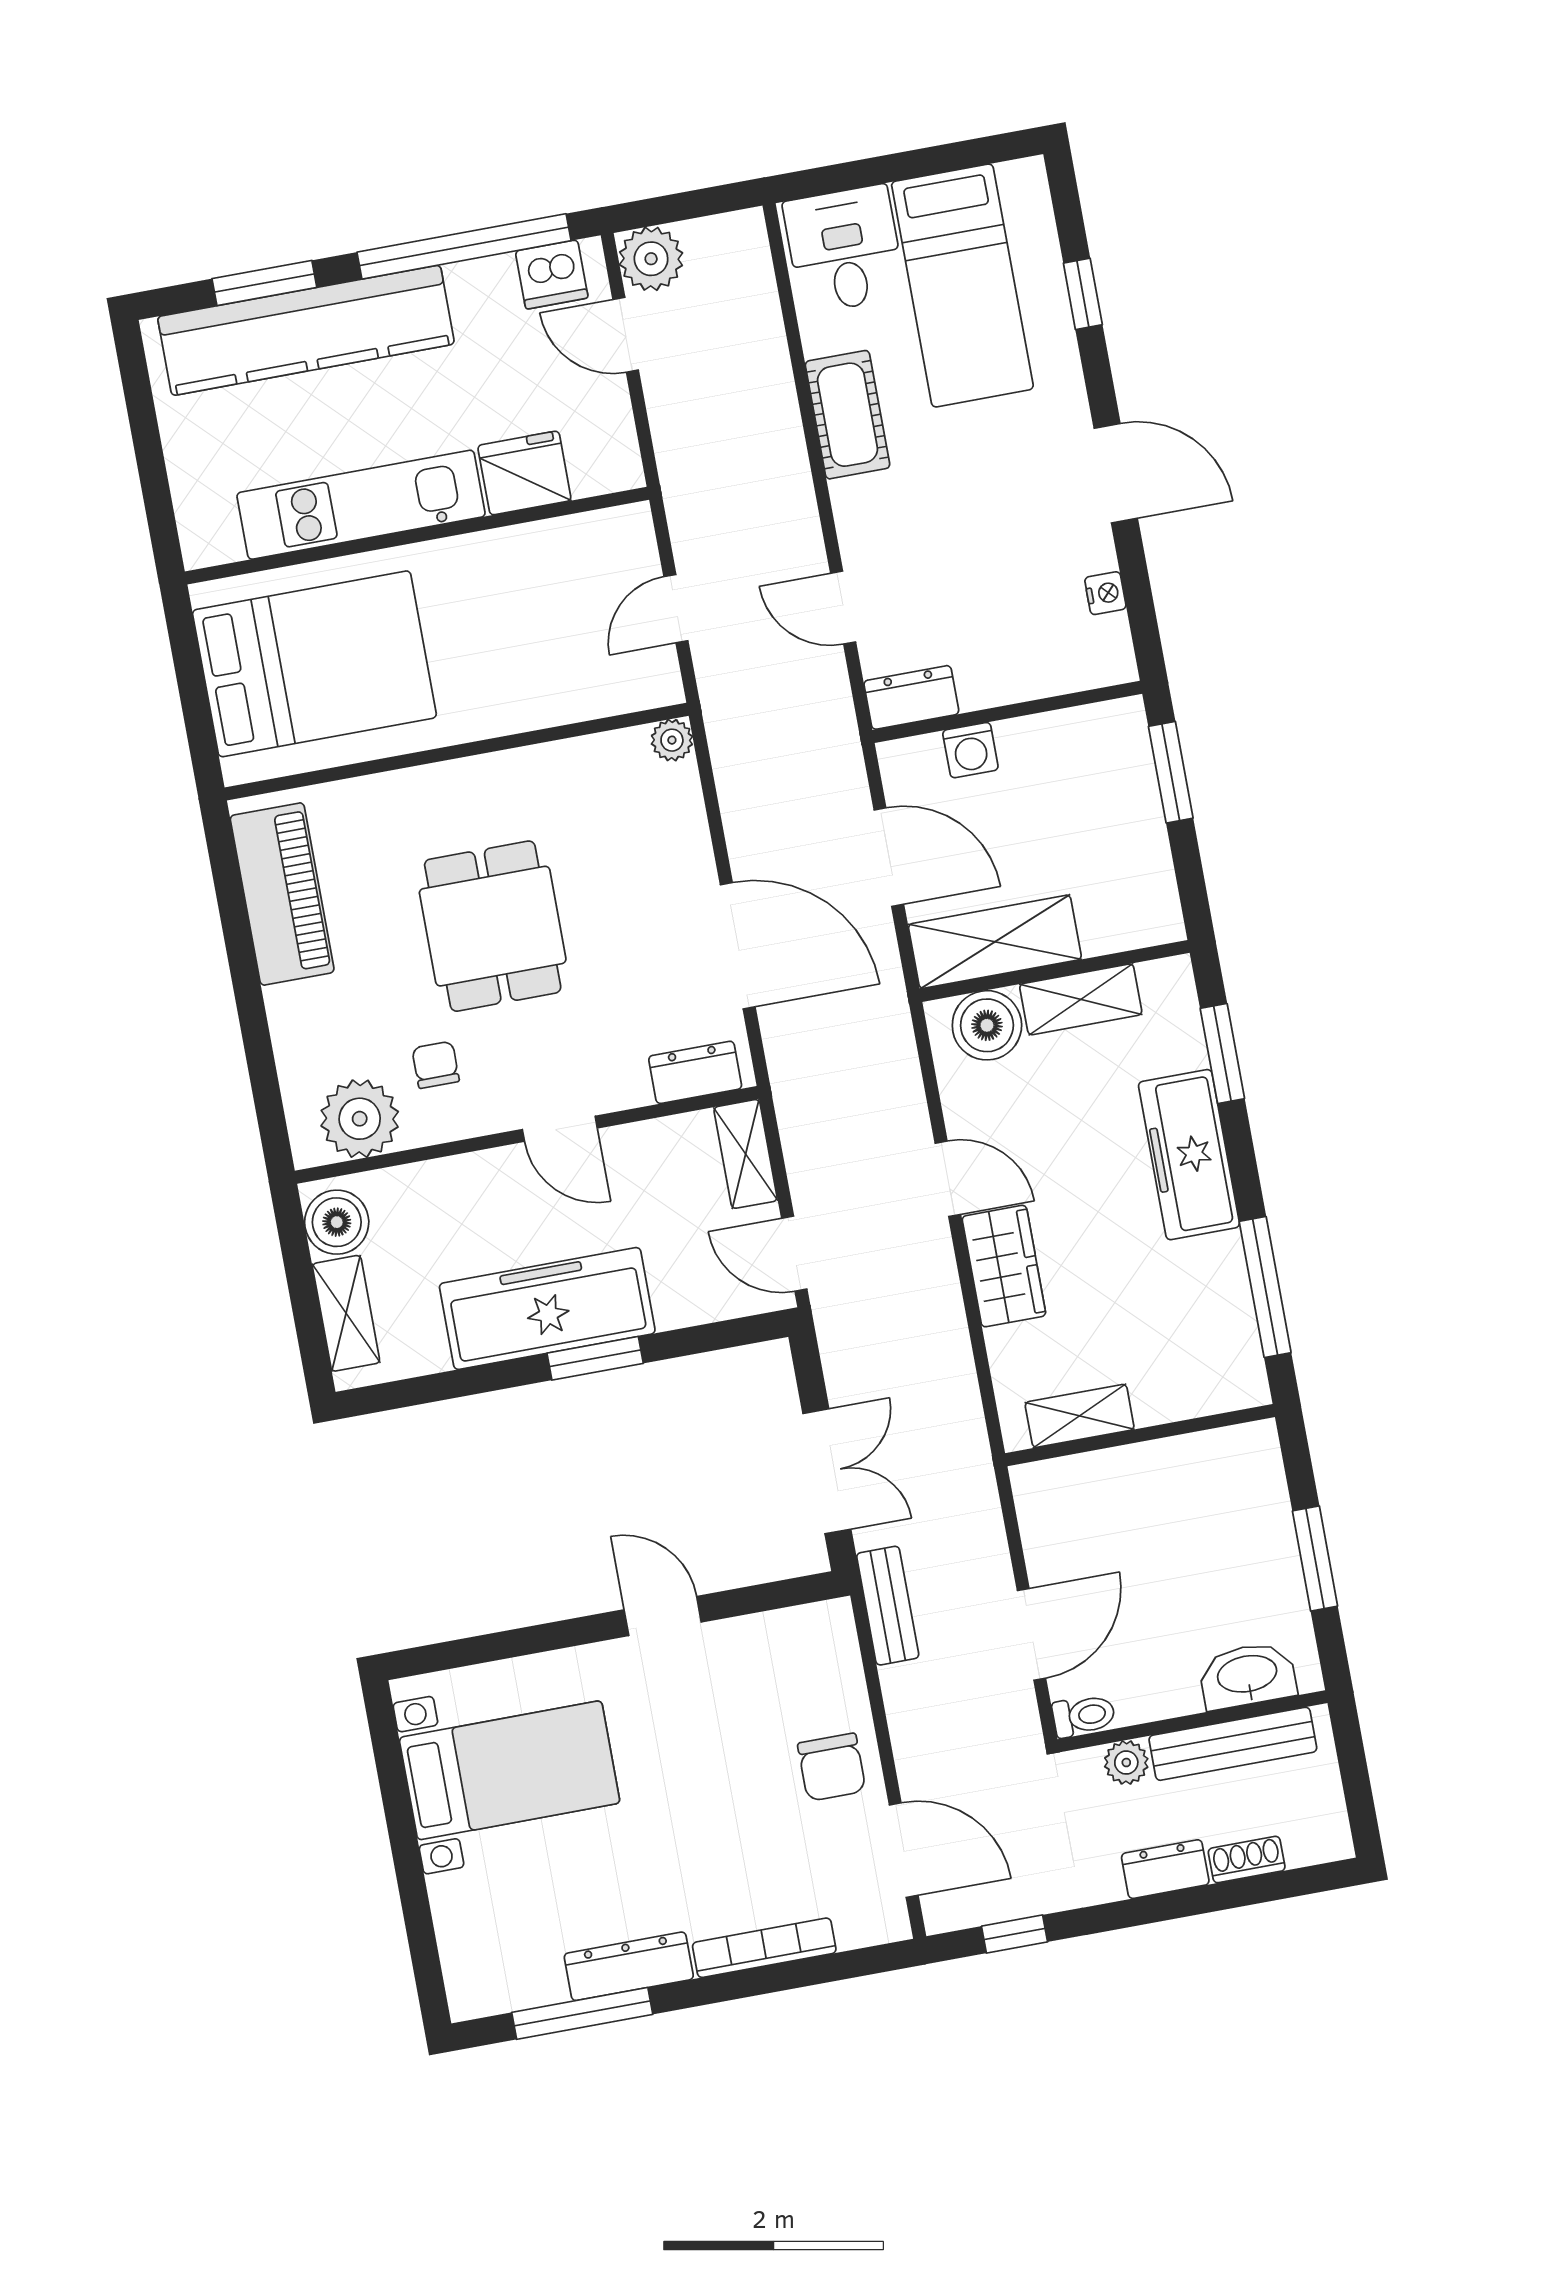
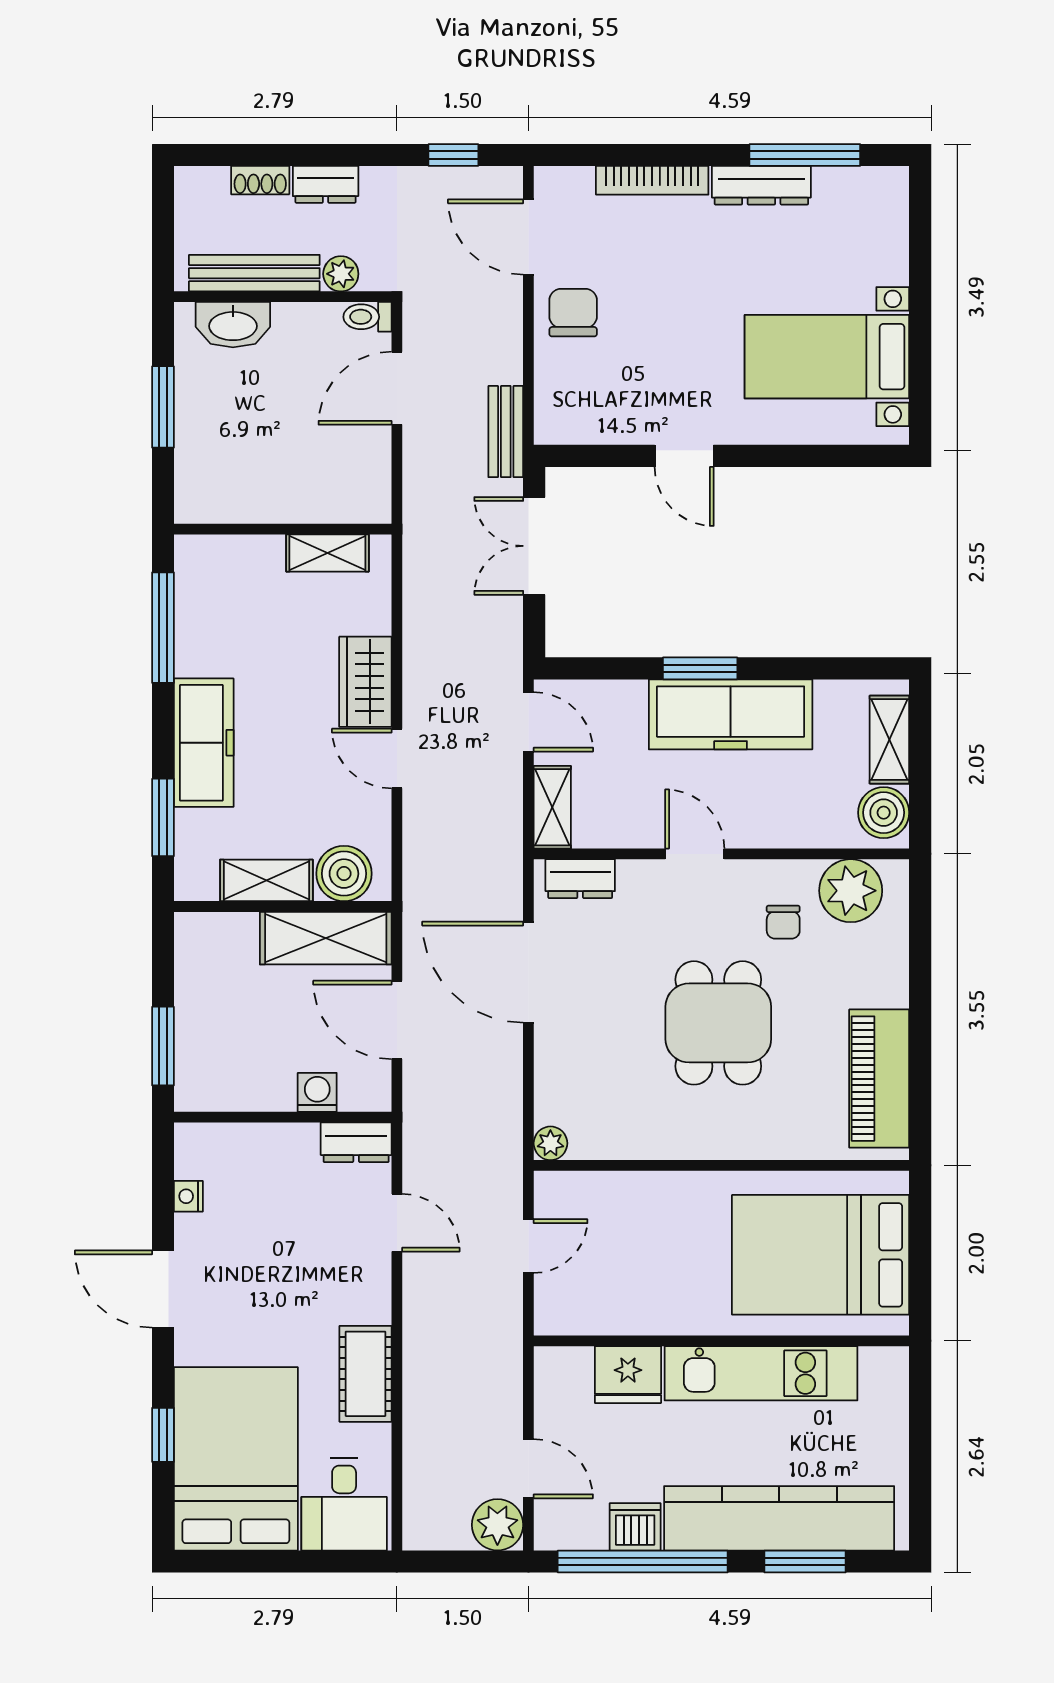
dishwasher: (552, 274) -> (635, 1527), moved
bed: (962, 285) -> (236, 1459), width x1.50

